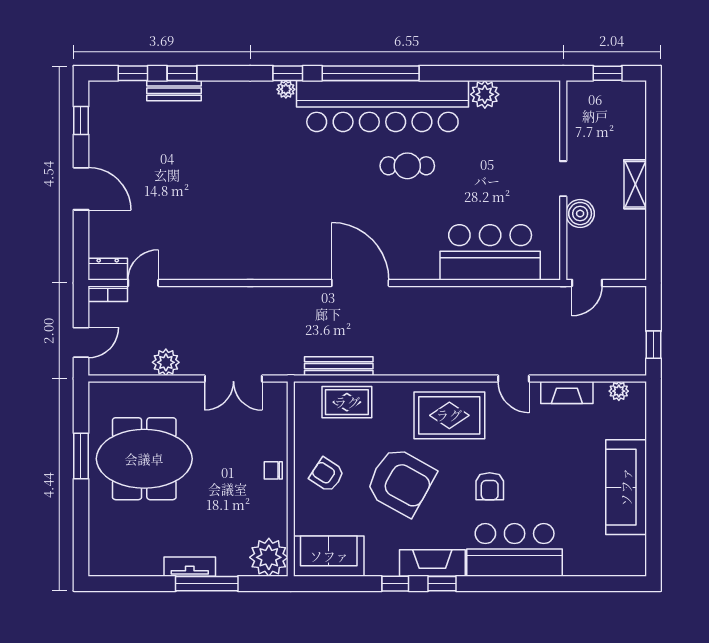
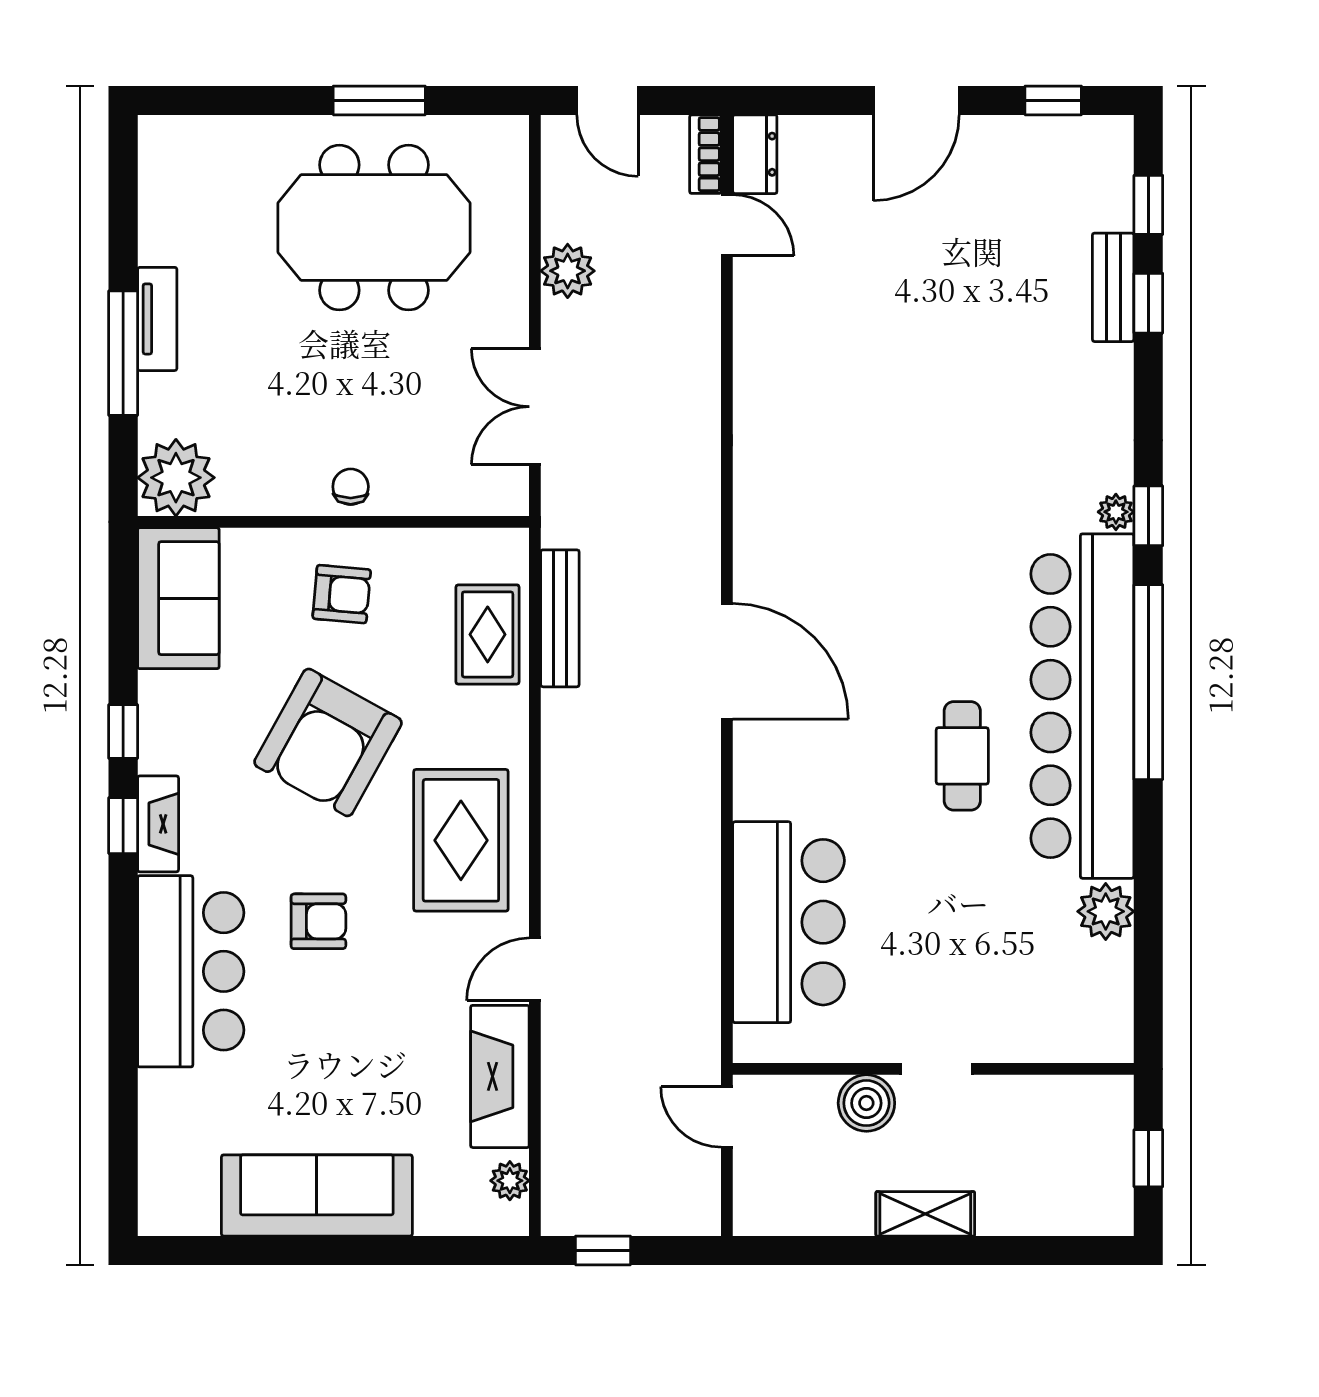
door: (360, 283) -> (727, 661), hinge flipped
fireplace: (567, 392) -> (500, 1076), width x1.37, depth x1.32
meeting table: (144, 459) -> (374, 228), turned 90
armchair: (327, 475) -> (342, 594), turned 62
armchair: (490, 486) -> (318, 921), turned 180
fireplace: (432, 563) -> (158, 824), width x0.73, depth x0.76

